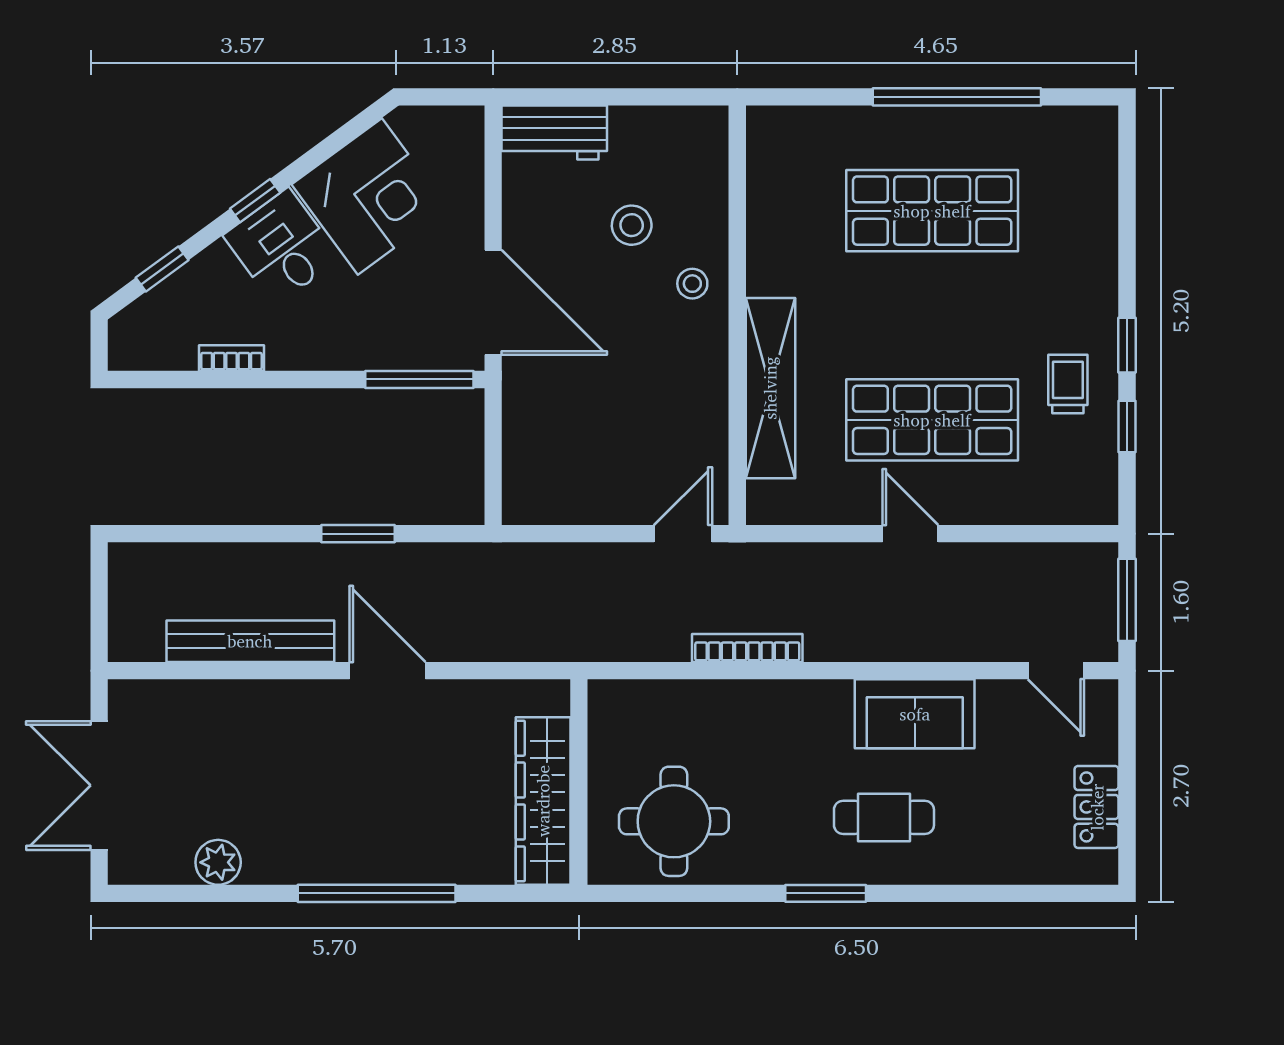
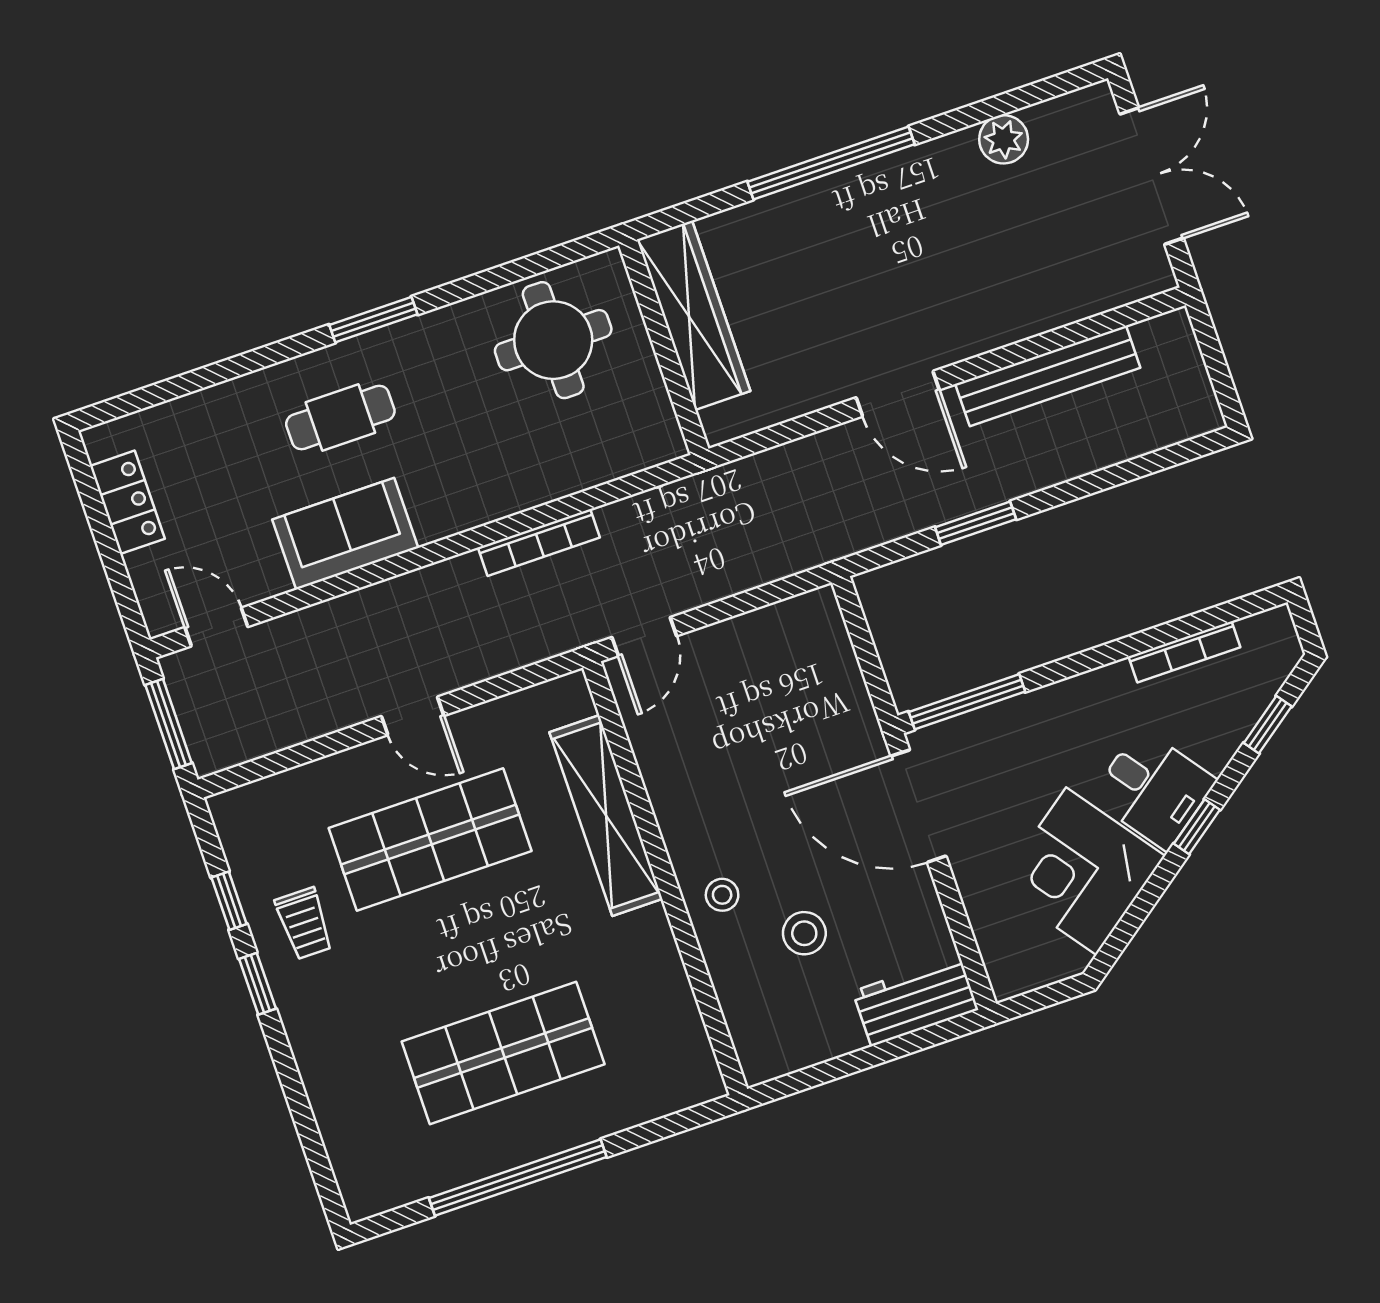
bookcase: (232, 358) -> (1184, 652), width x1.56

